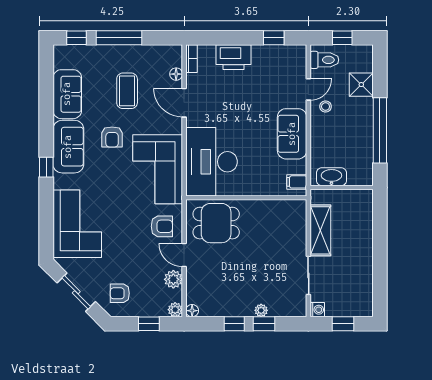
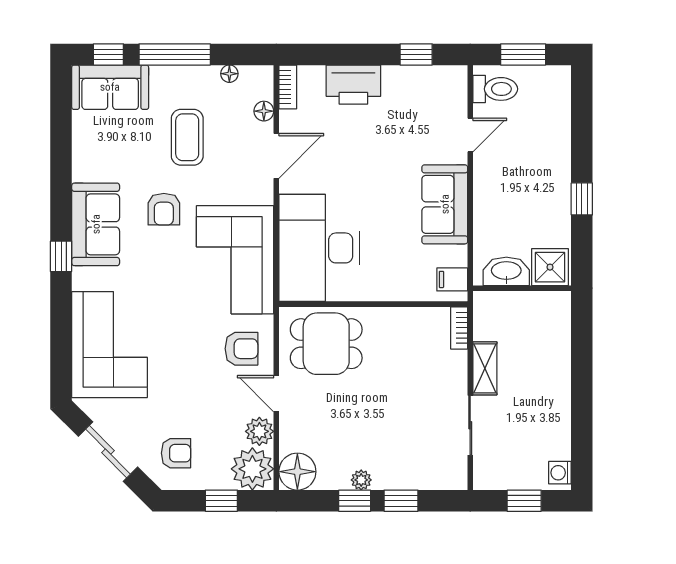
window: (342, 38) -> (523, 54), width x1.50
floor lamp: (154, 50) -> (229, 74), added
shower: (361, 85) -> (550, 267), moved
sofa: (67, 94) -> (110, 87), moved, turned 90
door: (184, 103) -> (276, 156), swing flipped
stool: (326, 107) -> (497, 162), removed
window: (380, 130) -> (582, 199), width x0.32
bookcase: (301, 213) -> (459, 328), added
shelving: (320, 230) -> (485, 368), width x0.67, depth x0.75
armchair: (120, 293) -> (176, 453), turned 180
plant: (175, 310) -> (252, 469), width x1.87, depth x1.87
plant: (261, 310) -> (361, 480), moved
washing machine: (317, 310) -> (560, 473), moved, turned 180
floor lamp: (192, 311) -> (297, 472), width x1.89, depth x1.89

